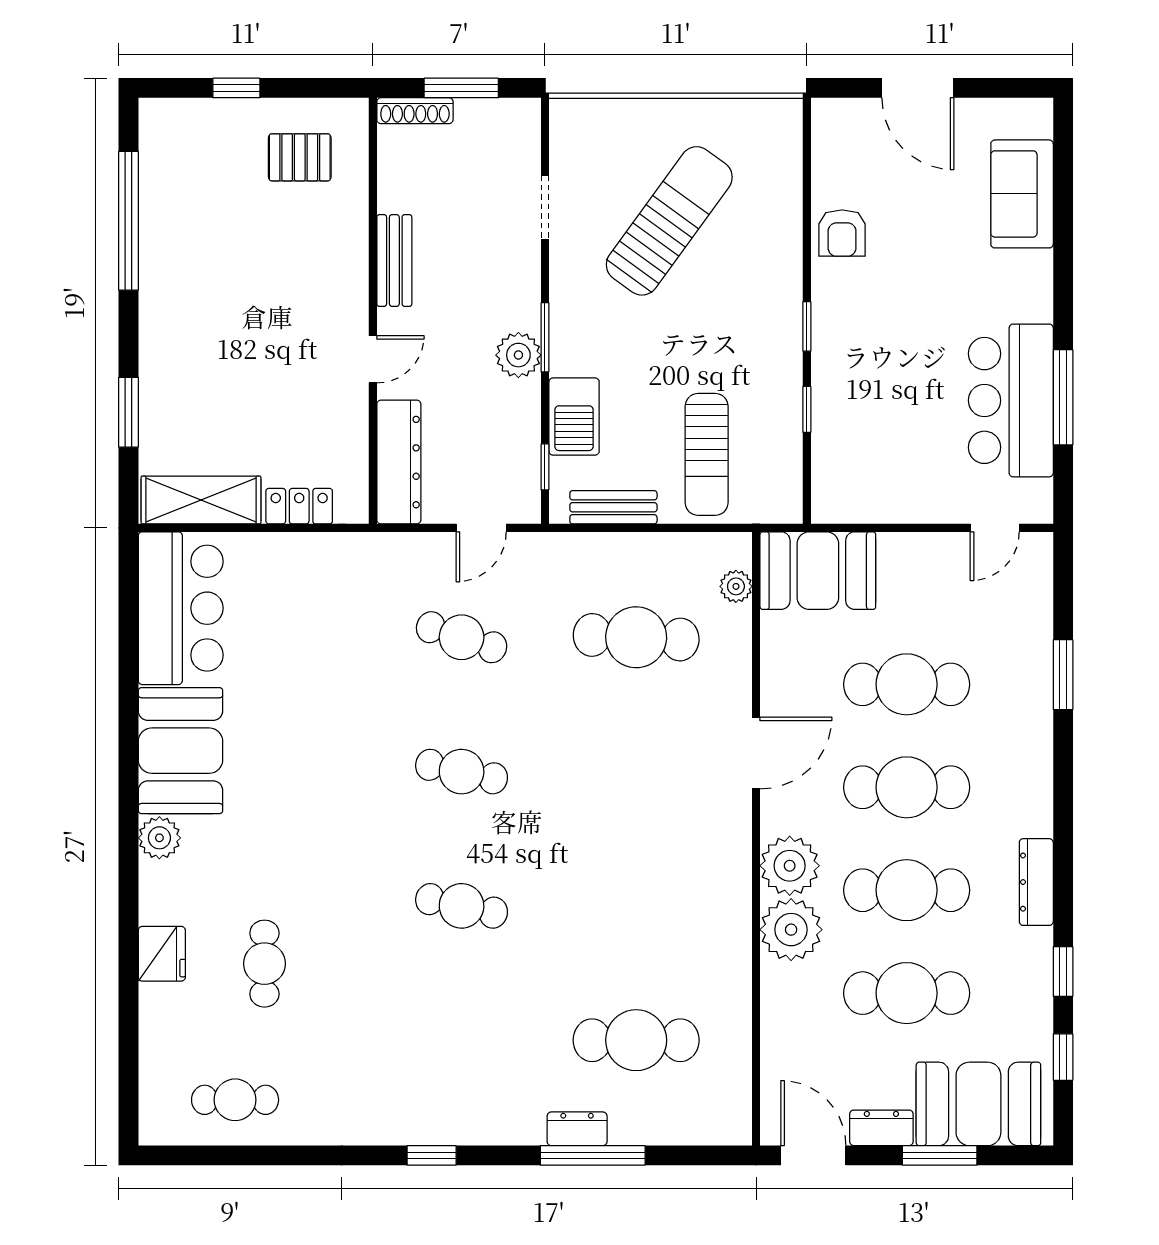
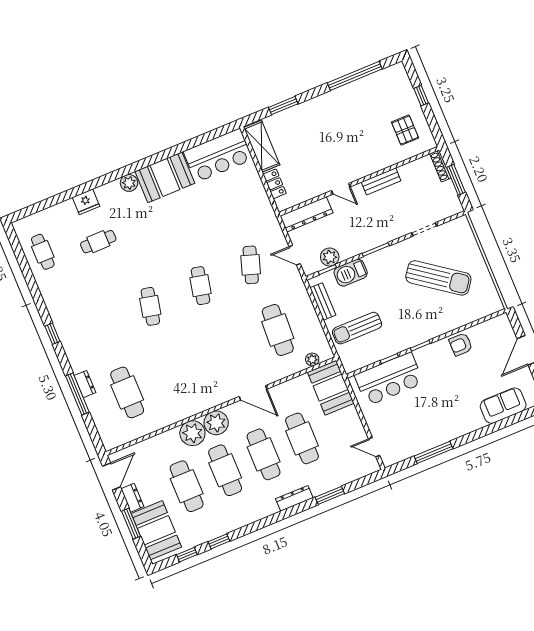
plant: (518, 355) -> (330, 257), moved
bar counter: (1011, 400) -> (389, 379), moved, turned 180
dresser: (1036, 882) -> (294, 498), moved

